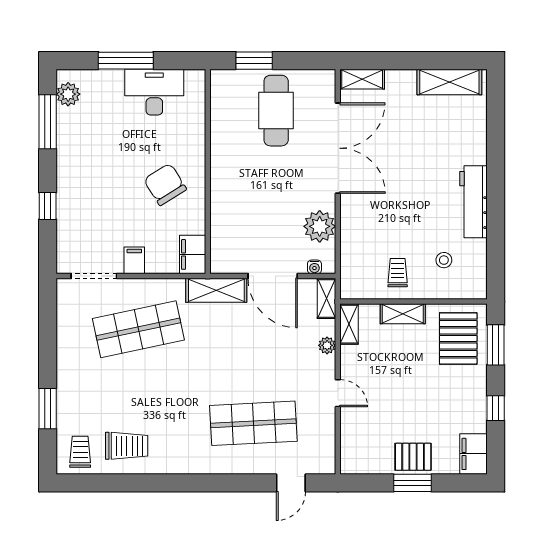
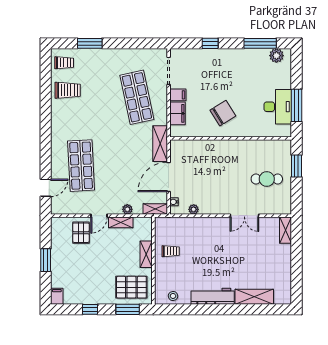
window: (126, 61) -> (296, 105), moved
shelving: (449, 82) -> (254, 297), moved, turned 90
cafe table: (276, 111) -> (267, 179), width x0.73, depth x0.74
double door: (338, 148) -> (244, 216), width x0.54
plant: (320, 226) -> (194, 209), width x0.53, depth x0.53
filing cabinet: (193, 254) -> (177, 113), moved, turned 90
stool: (444, 260) -> (173, 296), moved
shelving: (349, 324) -> (121, 222), moved
trolley: (127, 446) -> (68, 90), turned -90
filing cabinet: (473, 454) -> (57, 296), width x0.50
pallet: (413, 457) -> (81, 233), moved
door: (291, 483) -> (46, 188), swing flipped

